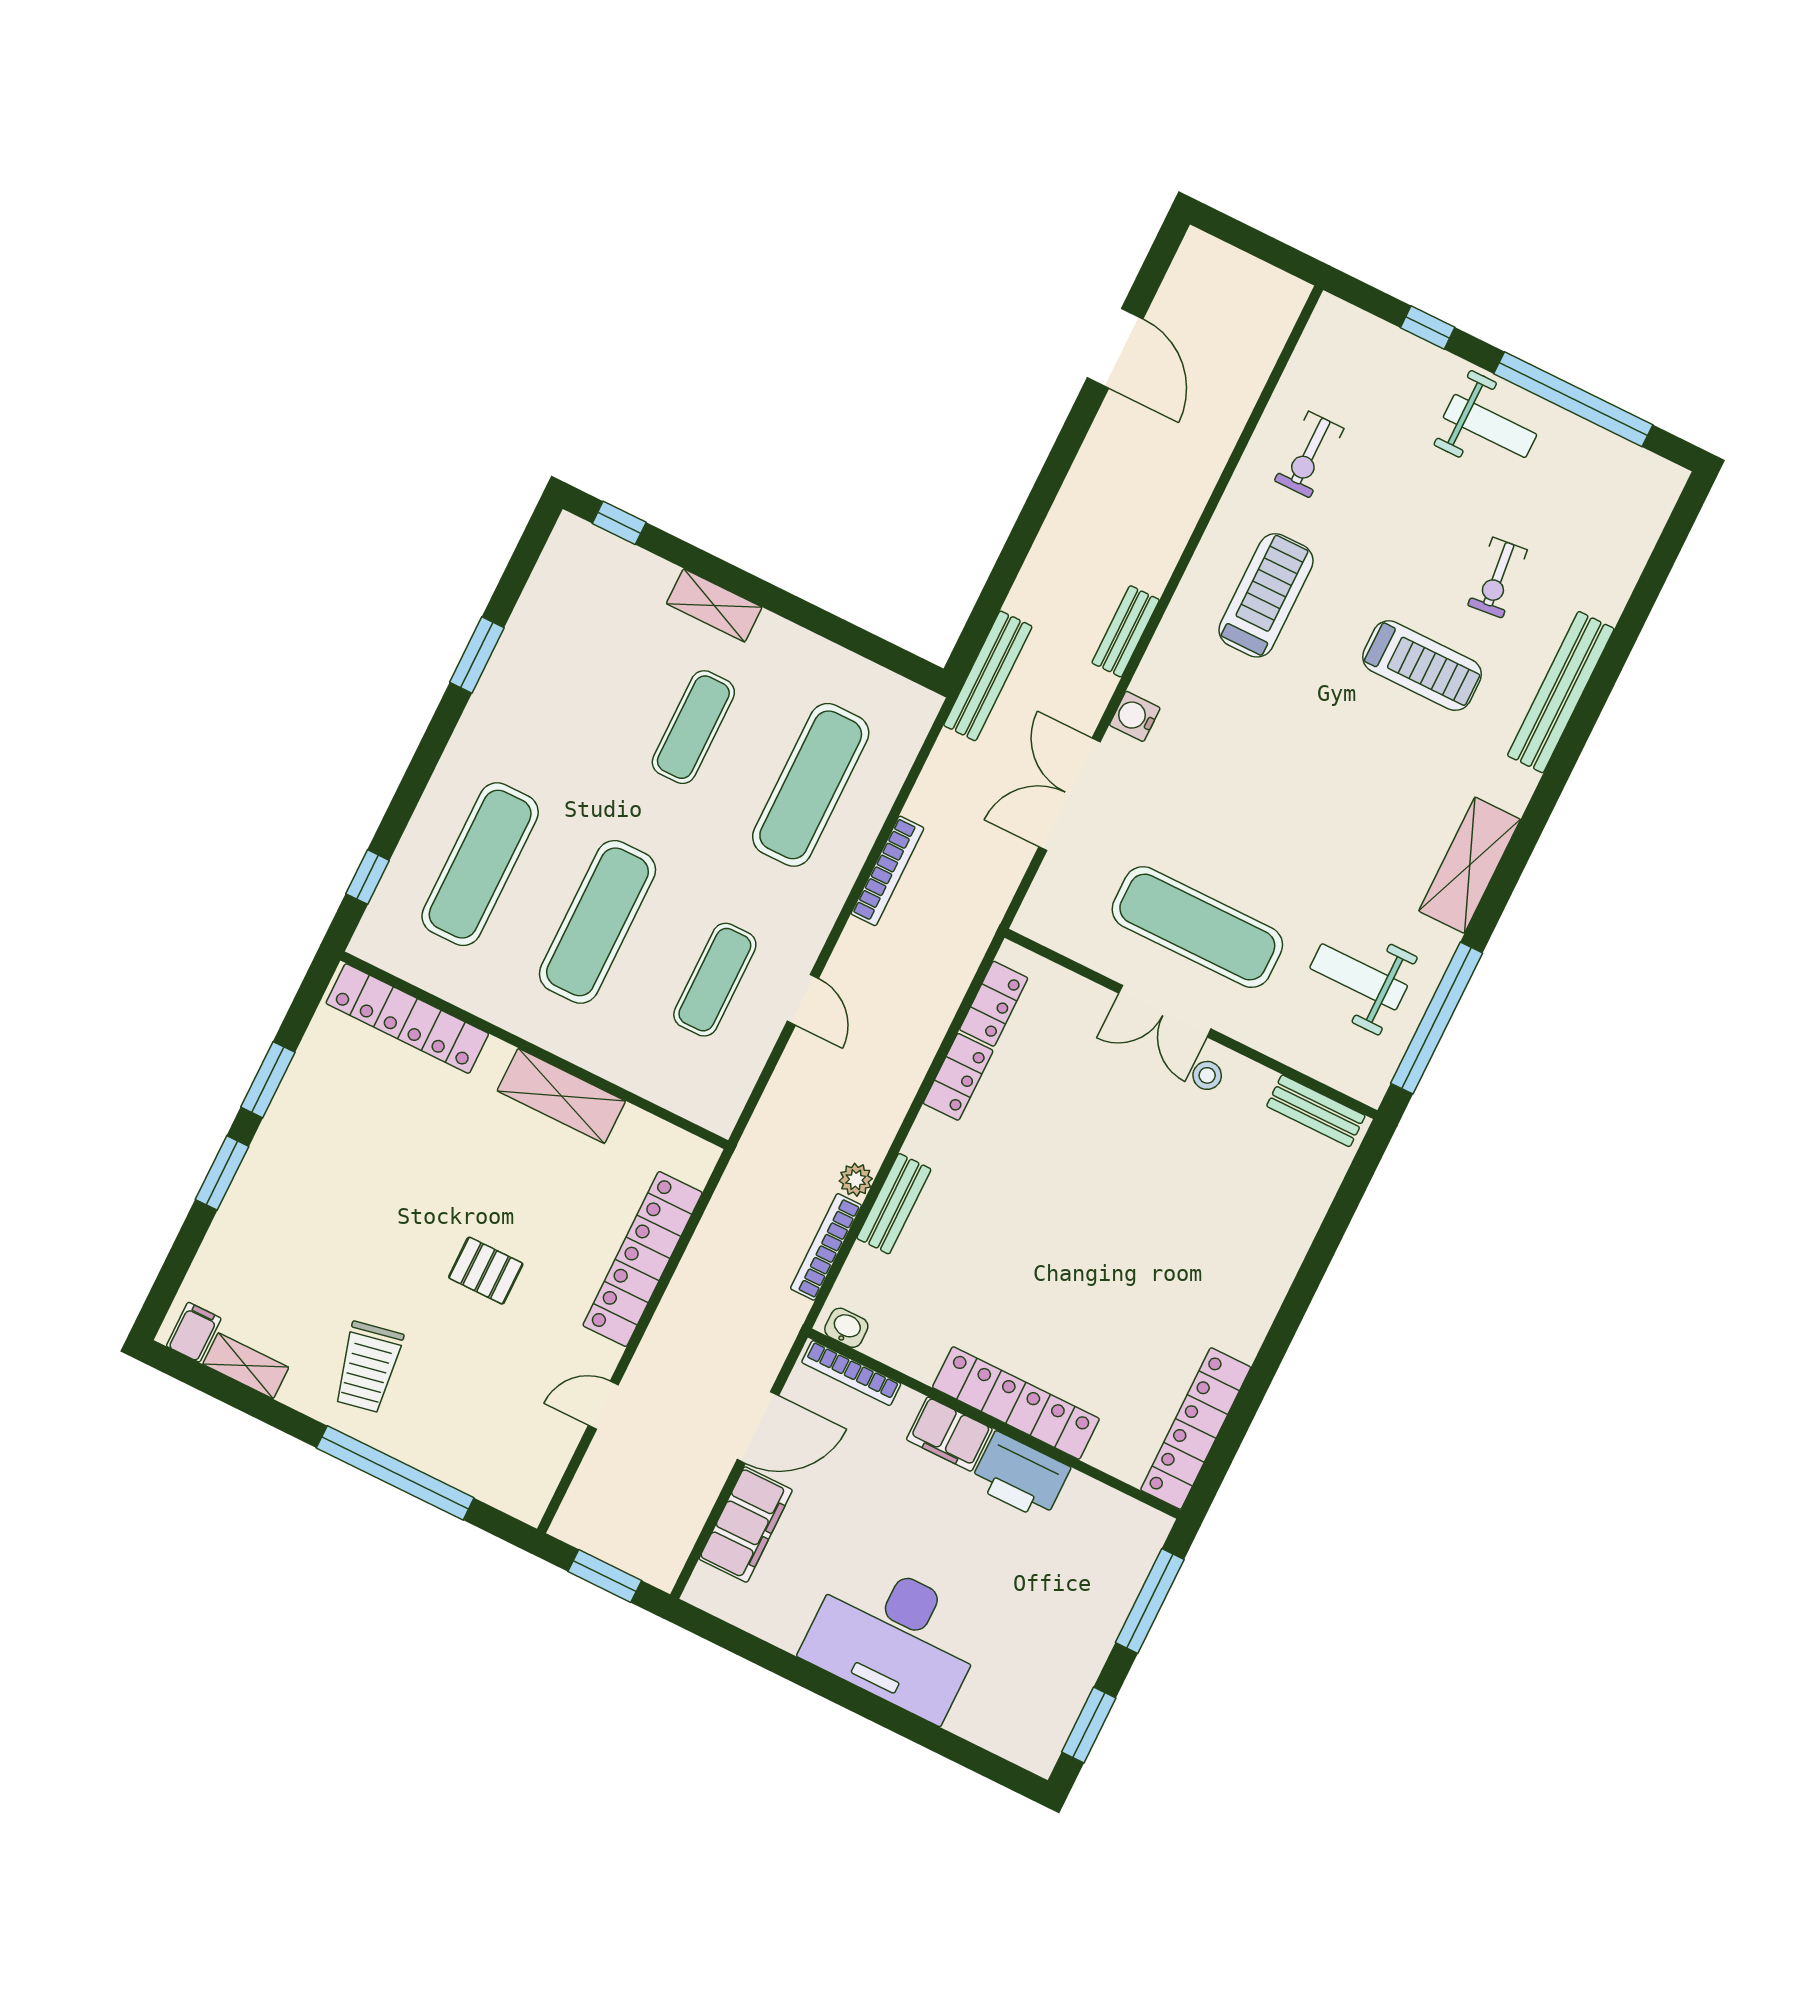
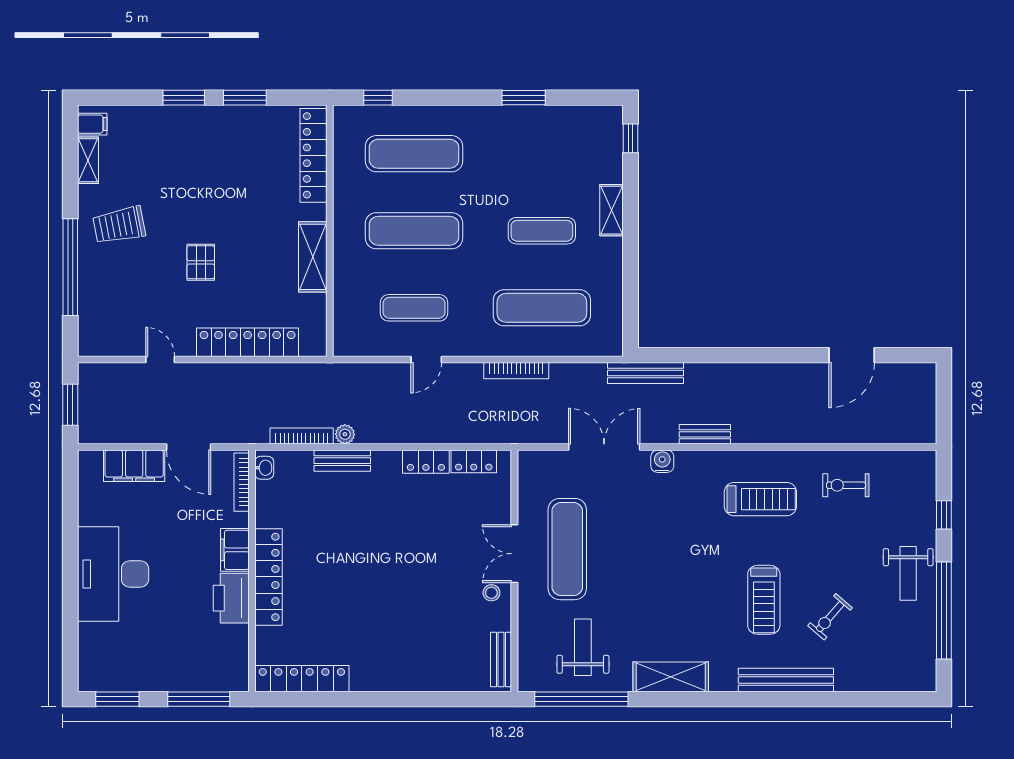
exercise bike: (1497, 578) -> (830, 617), turned -43

